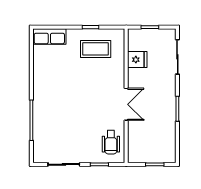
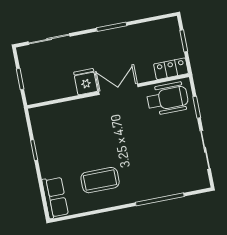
coffee table: (96, 49) -> (100, 180), moved, turned 90
fridge: (137, 60) -> (86, 82), moved
wheelchair: (111, 142) -> (167, 99), width x1.36, depth x1.37
locker: (134, 150) -> (171, 69), added

